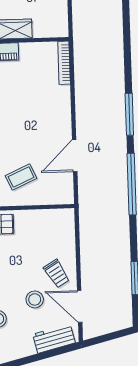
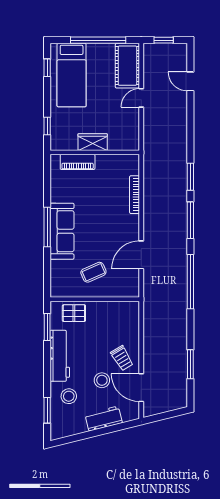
bookcase: (64, 63) -> (135, 195), moved
window: (128, 65) -> (190, 177), added
workbench: (54, 339) -> (104, 419), moved

